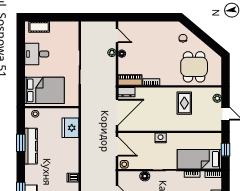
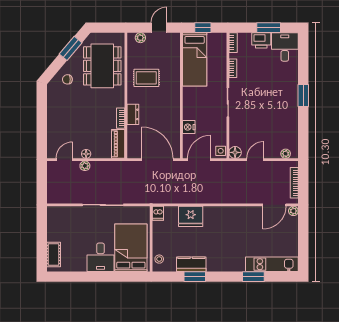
window: (208, 41) -> (71, 48), added
desk: (37, 54) -> (100, 257), moved
dining table: (194, 67) -> (102, 66), width x1.38
dresser: (126, 92) -> (133, 114), moved
fridge: (70, 128) -> (191, 216), moved
nightstand: (161, 138) -> (189, 127), moved
kitchen counter: (31, 146) -> (191, 264), width x0.67
bed: (199, 159) -> (195, 59), moved
floor lamp: (145, 176) -> (235, 152), moved
dishwasher: (73, 178) -> (158, 213), moved

